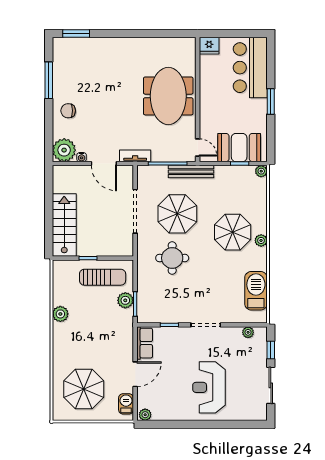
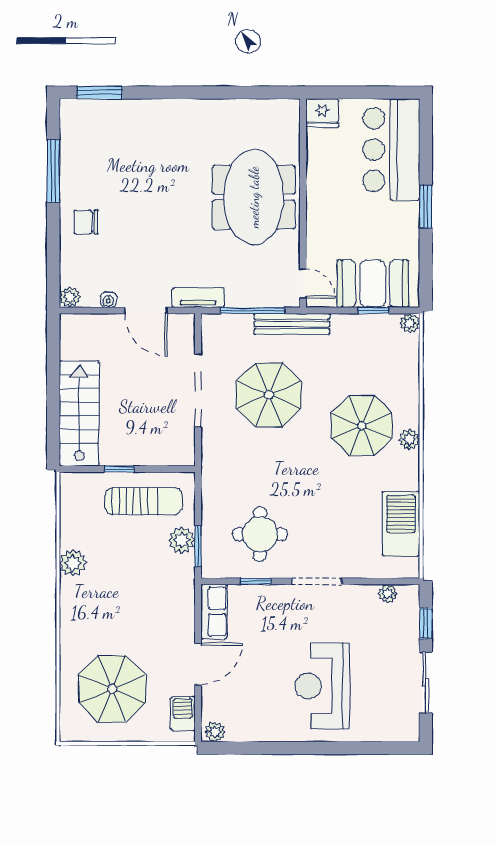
plant: (64, 150) -> (70, 297), width x0.53, depth x0.53
round table: (172, 258) -> (260, 534), moved

